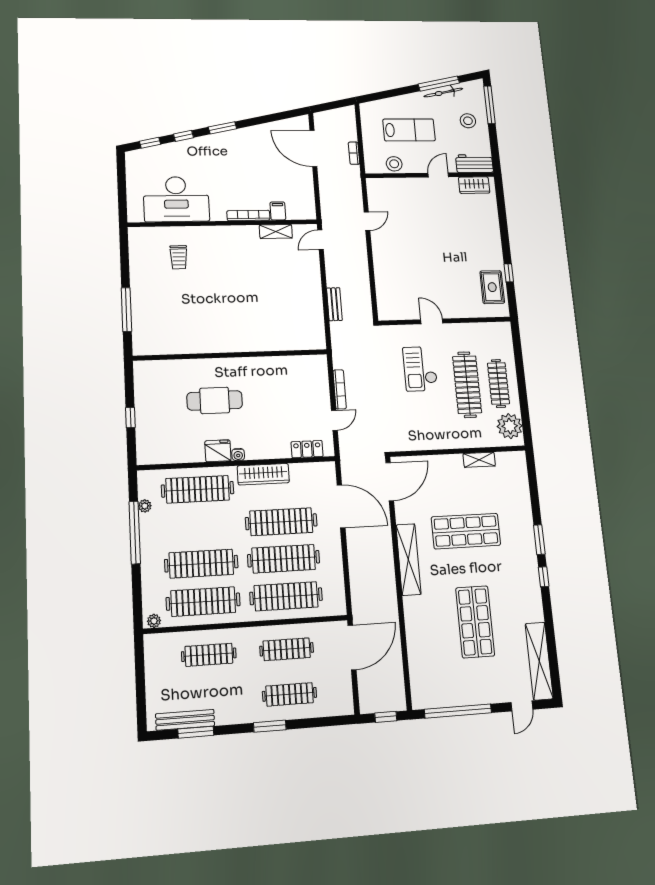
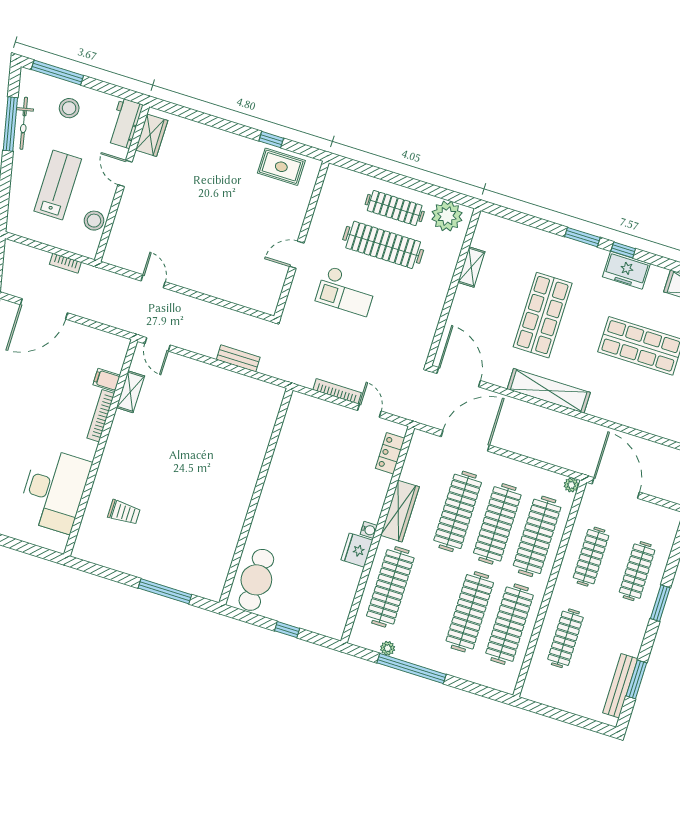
cafe table: (215, 400) -> (256, 580), moved
freezer: (529, 586) -> (626, 270), added
plant: (154, 621) -> (571, 485), moved

